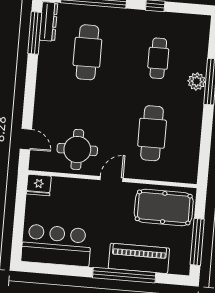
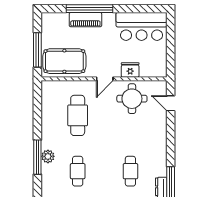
cafe table: (87, 52) -> (130, 171), width x0.73, depth x0.74
fridge: (39, 185) -> (130, 70), moved
window: (197, 242) -> (37, 50), moved
piano: (139, 258) -> (85, 20), width x0.73, depth x0.75

